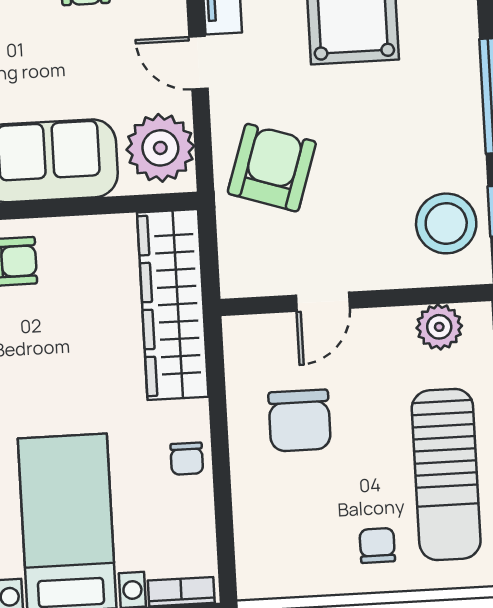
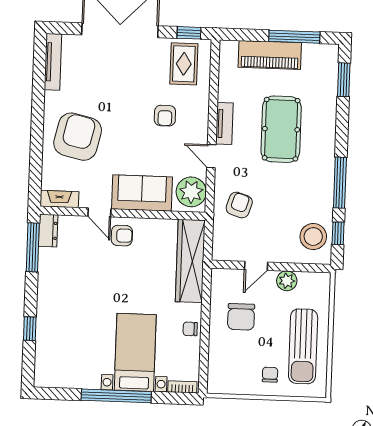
armchair: (272, 168) -> (239, 205), width x0.72, depth x0.72
plant: (439, 327) -> (287, 281), moved
chair: (187, 459) -> (190, 329), turned 90

